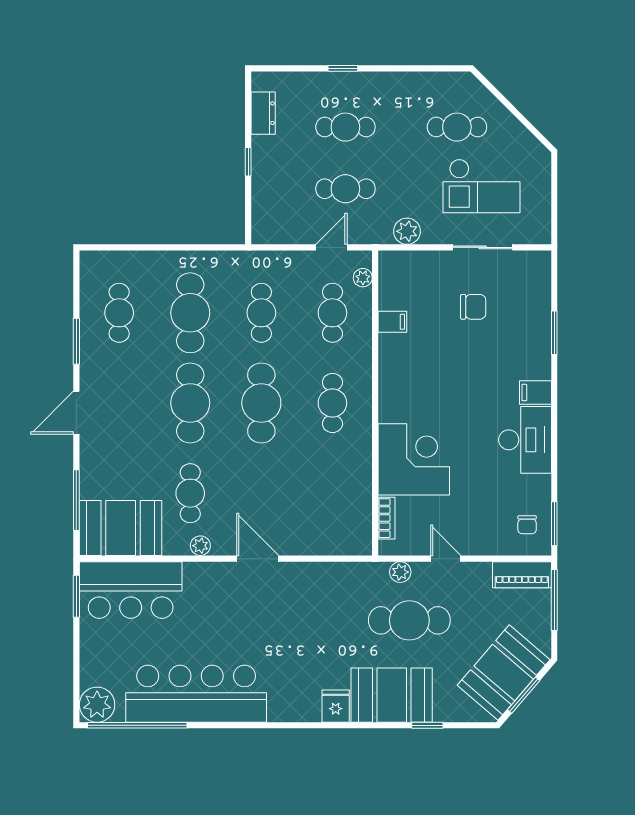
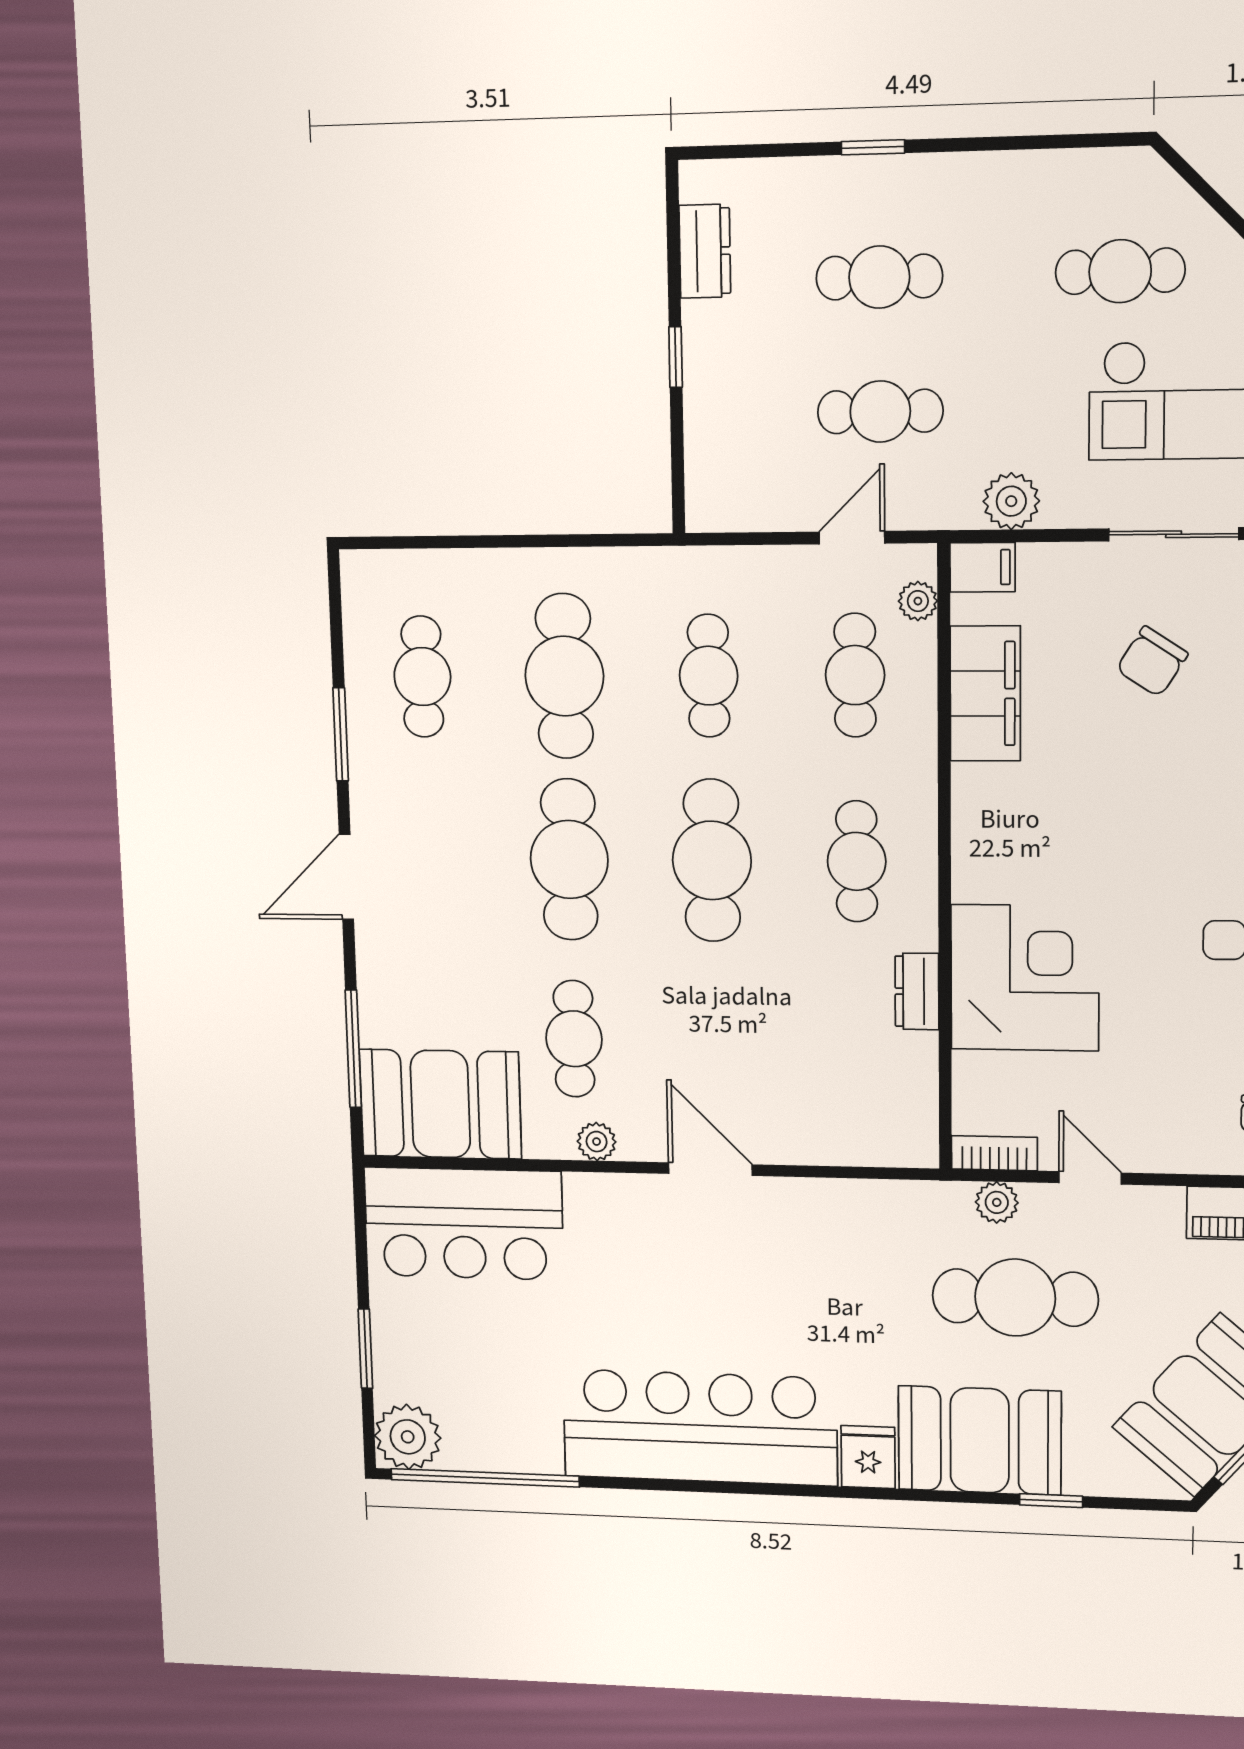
filing cabinet: (393, 262) -> (983, 567), added
chair: (473, 307) -> (1152, 662), turned 123
filing cabinet: (392, 322) -> (985, 694), width x3.00, depth x1.17
dresser: (361, 467) -> (917, 991), added
bookcase: (386, 518) -> (994, 1153), moved, turned -90
window: (76, 596) -> (365, 1349), moved
bar counter: (196, 694) -> (700, 1427), moved

